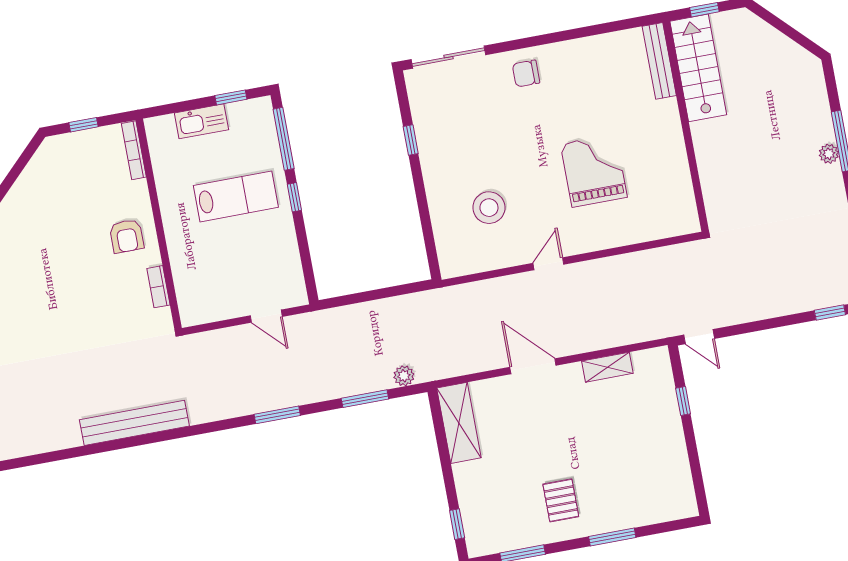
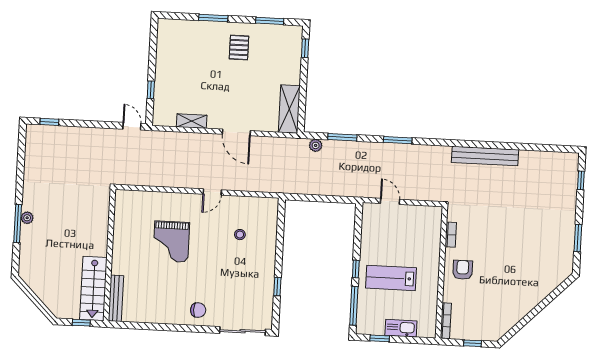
stool: (489, 208) -> (240, 235), width x0.53, depth x0.53

